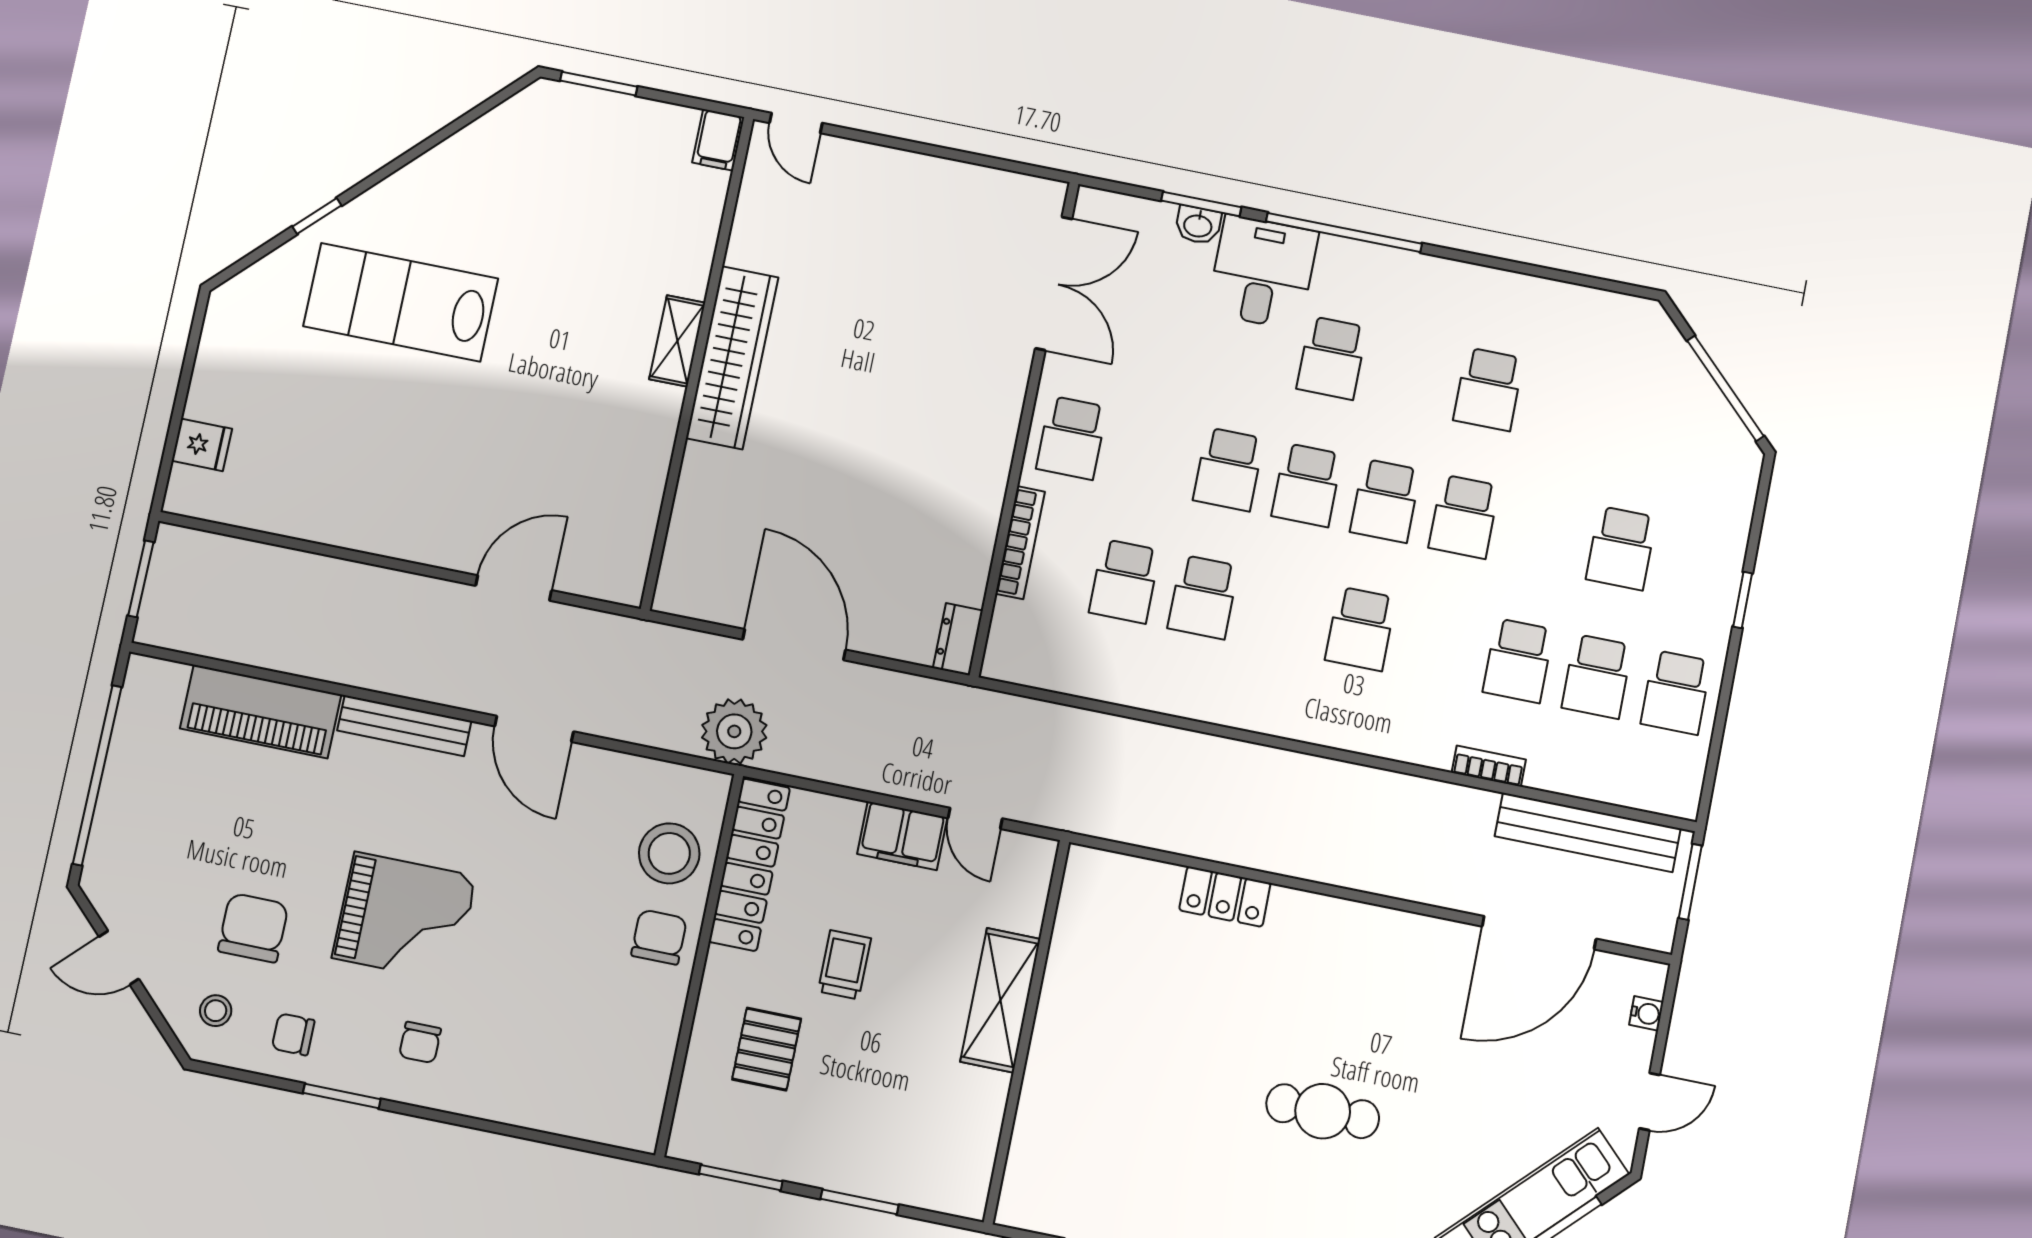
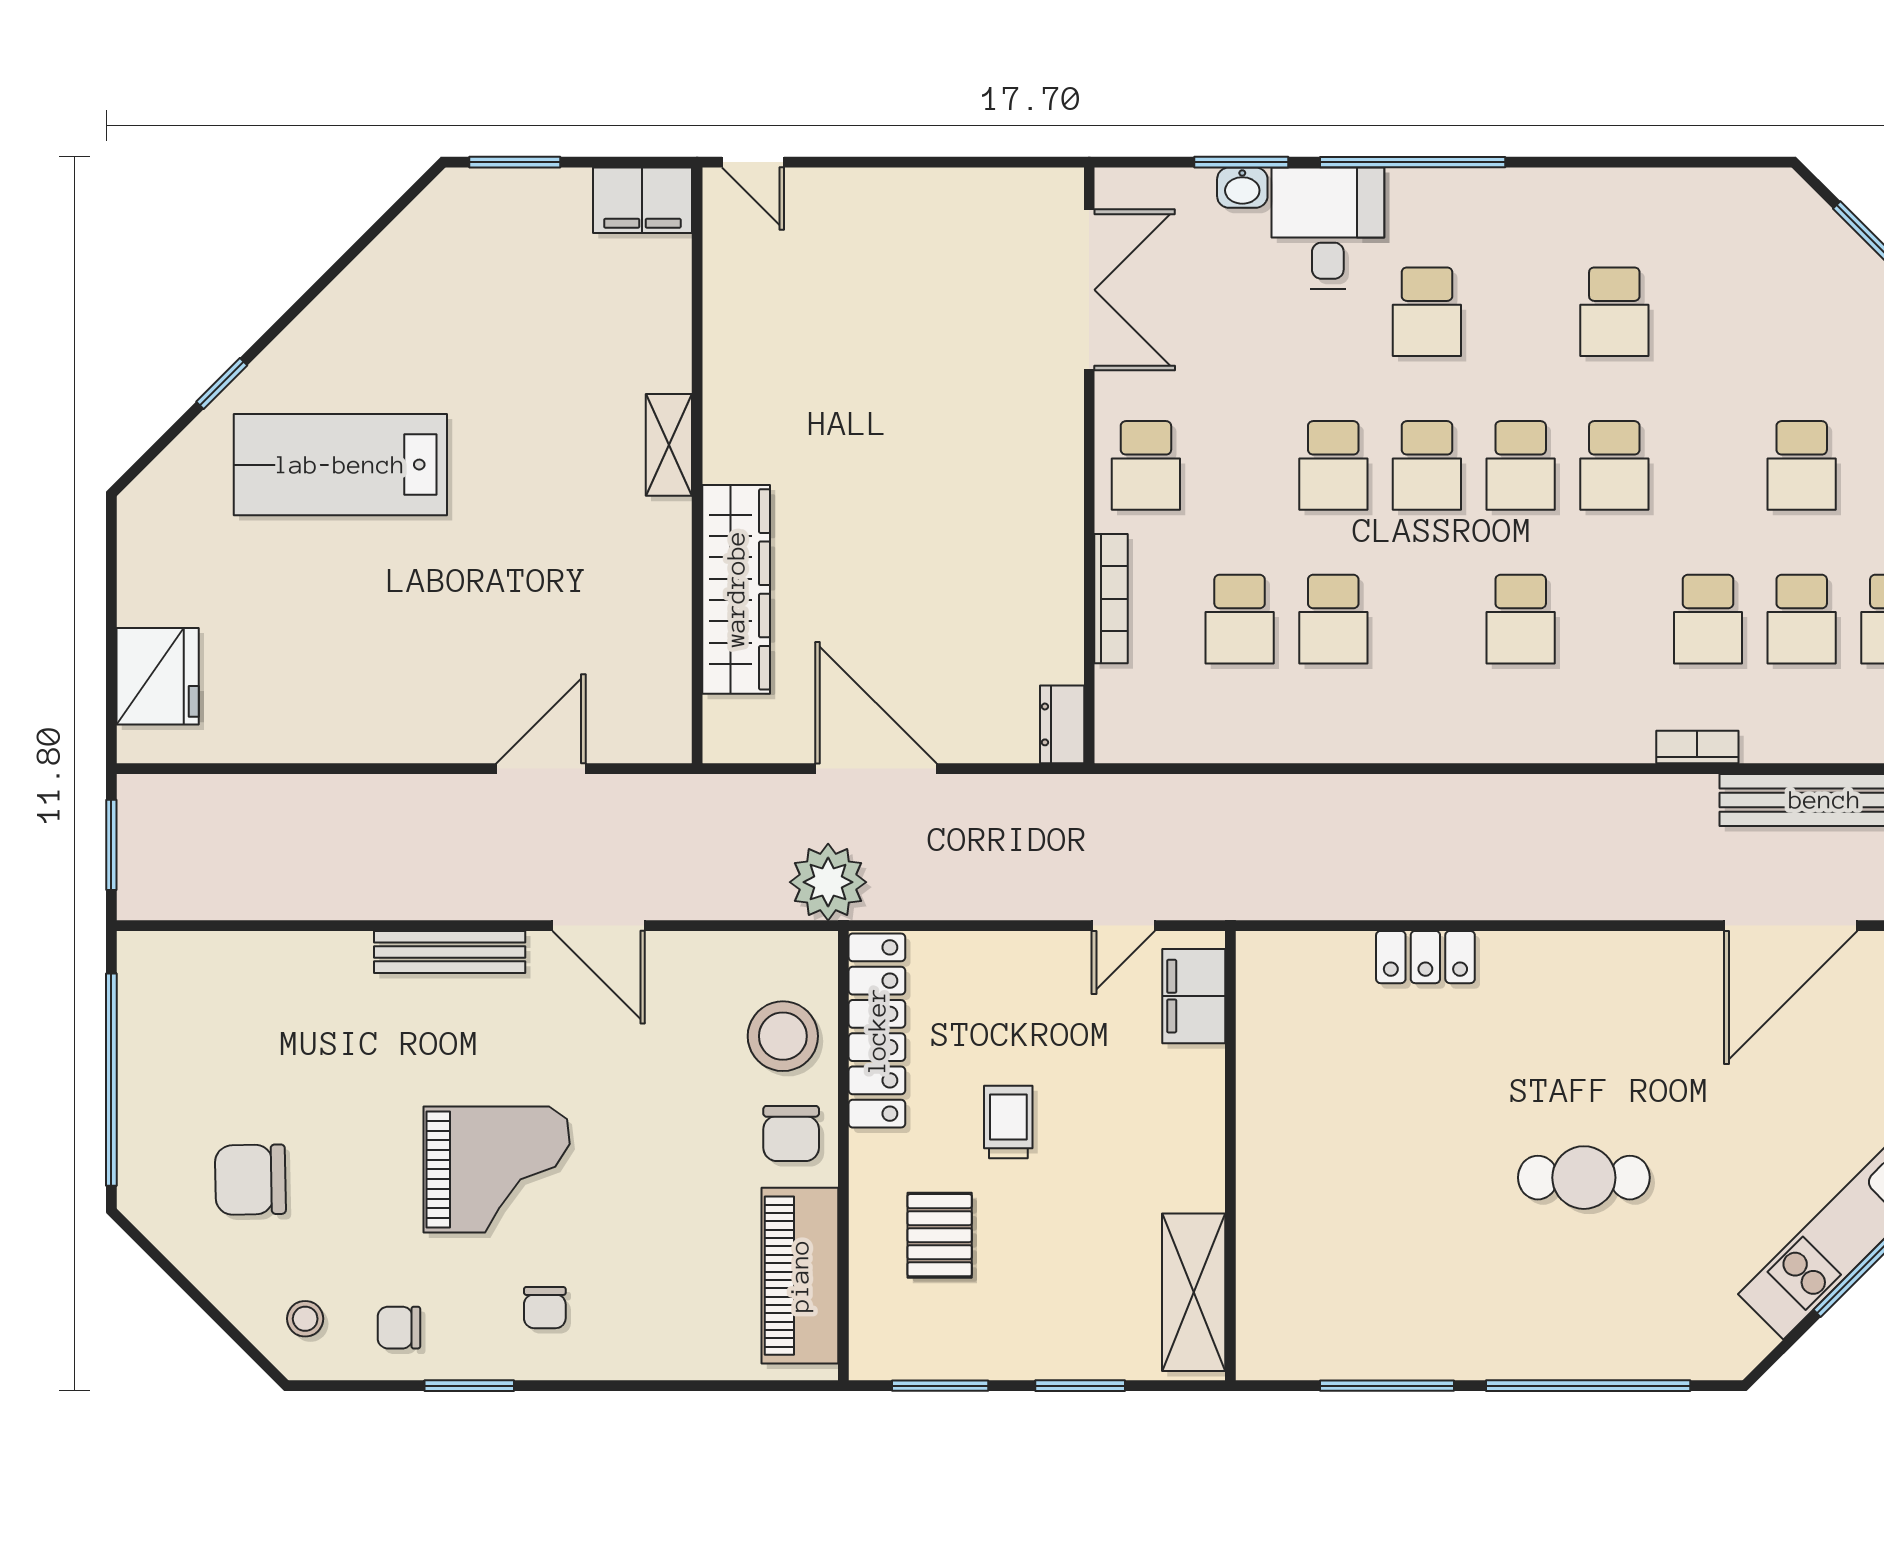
filing cabinet: (718, 140) -> (642, 200), width x2.00
wardrobe: (732, 358) -> (736, 589), moved
fridge: (202, 445) -> (158, 676), width x1.88, depth x1.34
piano: (261, 712) -> (800, 1276), moved, turned 90
door: (975, 818) -> (1123, 926), hinge flipped
filing cabinet: (902, 836) -> (1194, 996), moved, turned 90
chair: (253, 928) -> (250, 1180), moved, turned -91
chair: (659, 937) -> (791, 1133), turned 180
door: (119, 958) -> (182, 1281), removed
shelving: (1000, 1000) -> (1194, 1292), moved

